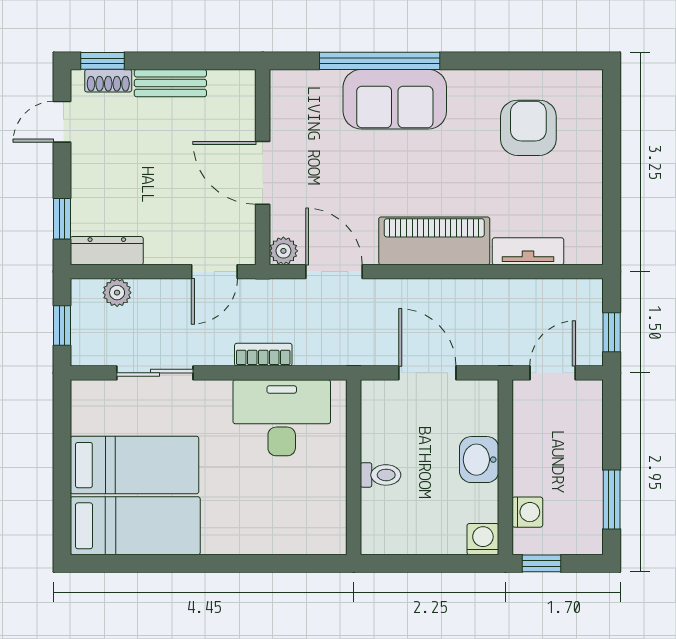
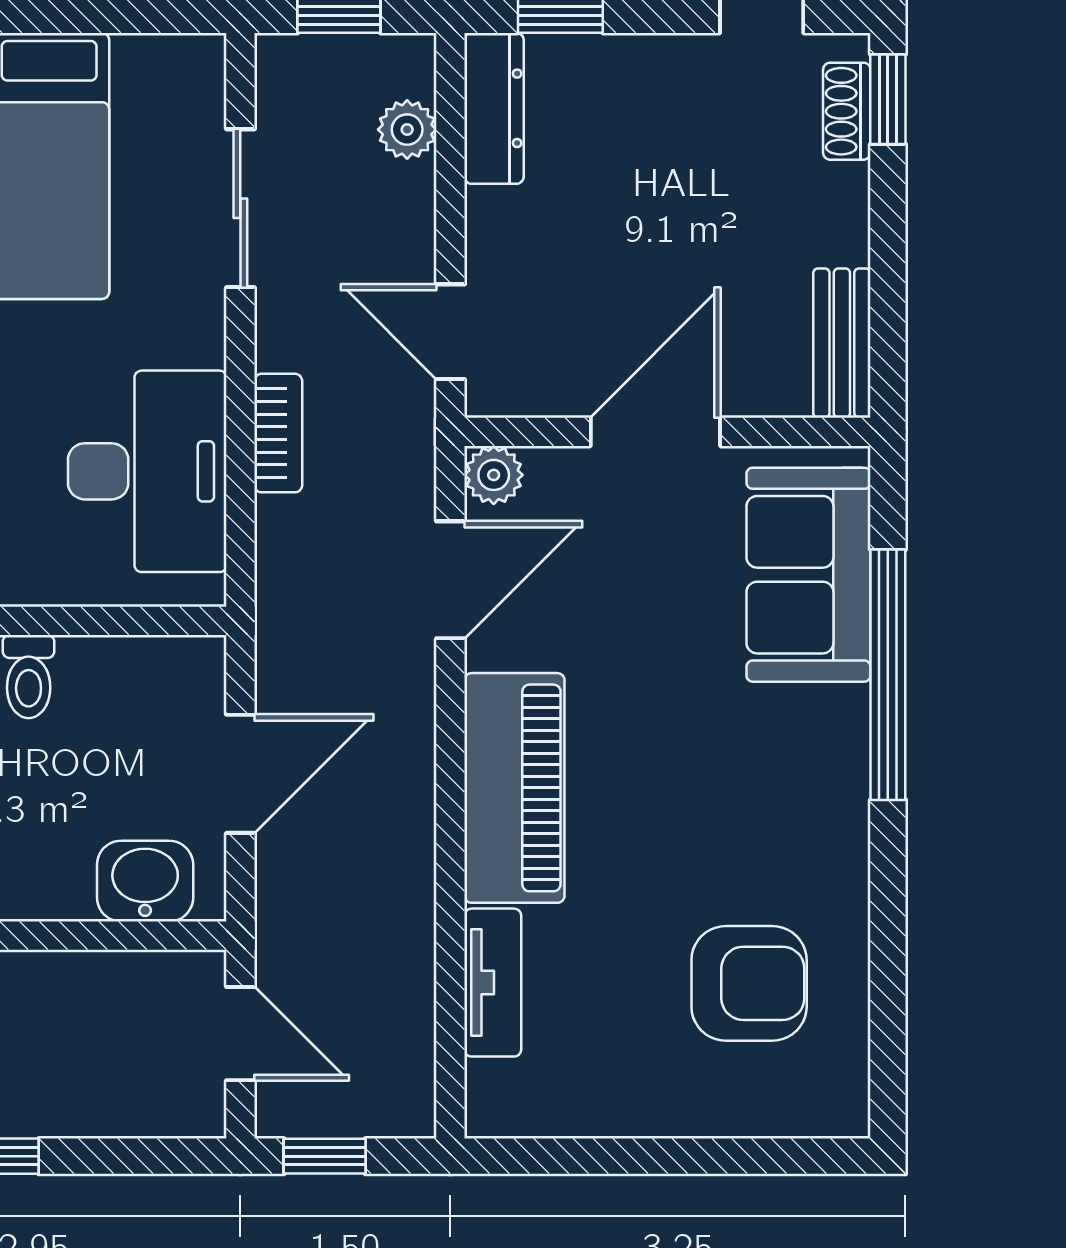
bench: (170, 83) -> (842, 343), moved
sofa: (395, 99) -> (809, 575), moved
washbasin: (479, 460) -> (145, 881), moved

